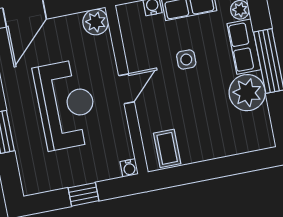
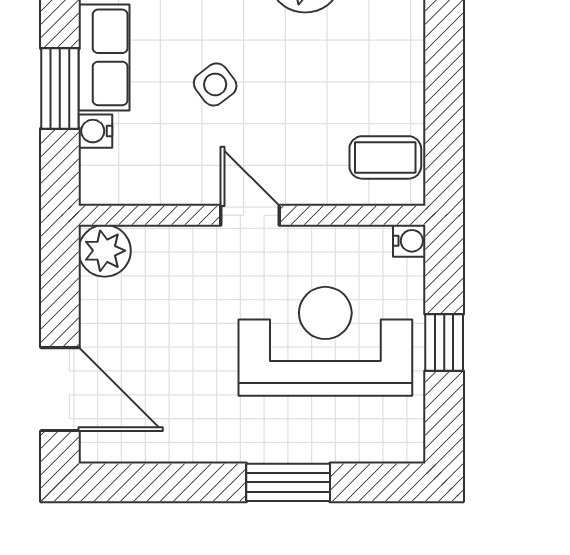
side table: (186, 60) -> (215, 84), turned -37
reception desk: (66, 105) -> (325, 341), moved

